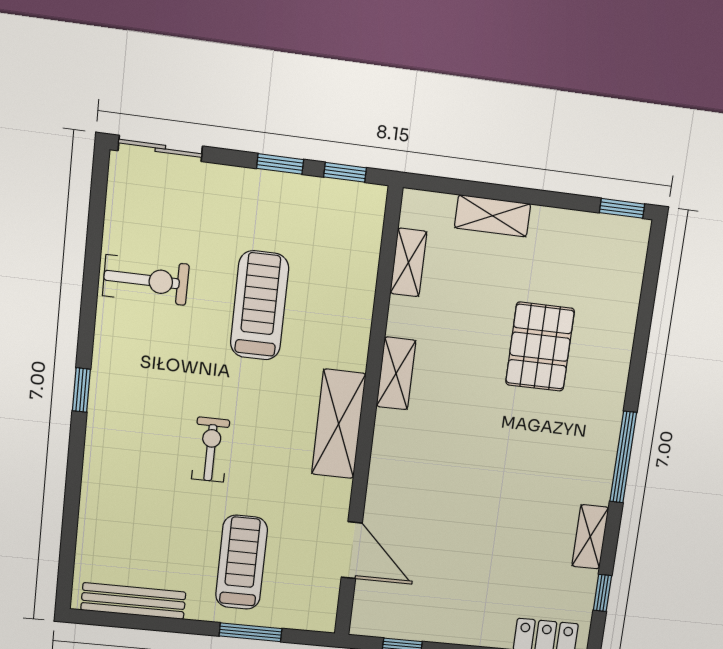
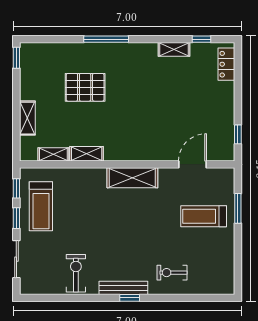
sliding door: (160, 148) -> (16, 259), moved
treadmill: (260, 305) -> (41, 206), moved, turned -90
shelving: (396, 373) -> (87, 154), moved
exercise bike: (211, 450) -> (172, 273), moved
window: (623, 457) -> (106, 39), moved
bench: (133, 601) -> (123, 288), moved, turned 90

